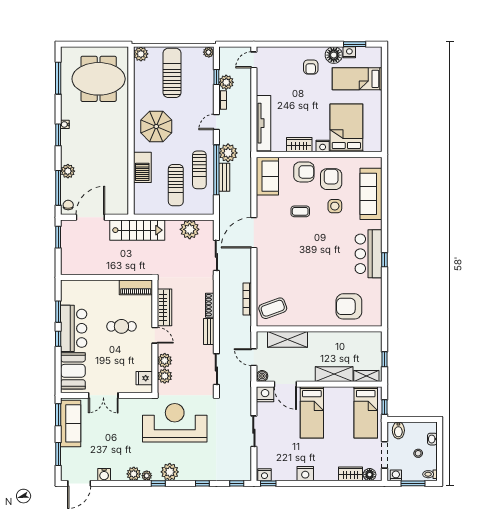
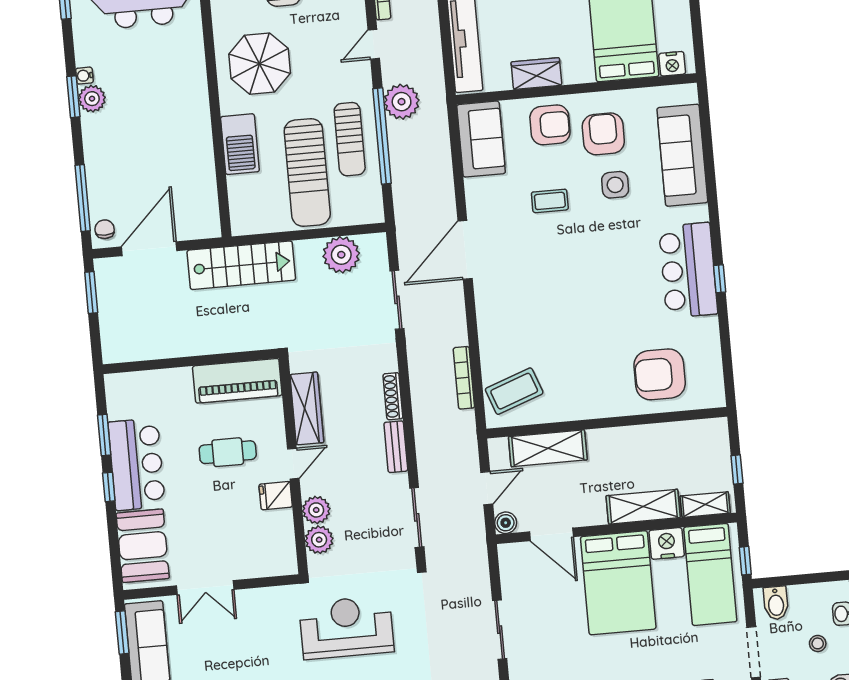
nightstand: (323, 146) -> (672, 64), moved
plant: (68, 171) -> (92, 99), moved
bench: (224, 177) -> (399, 149), removed
sun lounger: (176, 185) -> (307, 173), width x1.36, depth x1.34
piano: (136, 287) -> (237, 381), width x1.37, depth x1.33
door: (155, 335) -> (293, 464), hinge flipped
door: (254, 357) -> (487, 488), swing flipped
fridge: (144, 378) -> (276, 496), moved
nightstand: (265, 394) -> (667, 543), moved
bed: (312, 412) -> (618, 583), width x1.50
reception desk: (175, 423) -> (346, 627), width x0.74, depth x0.77

